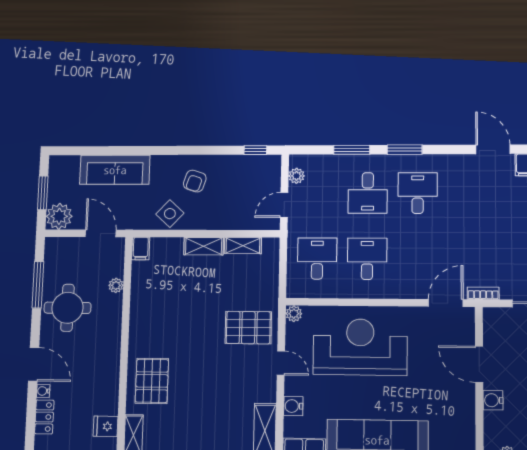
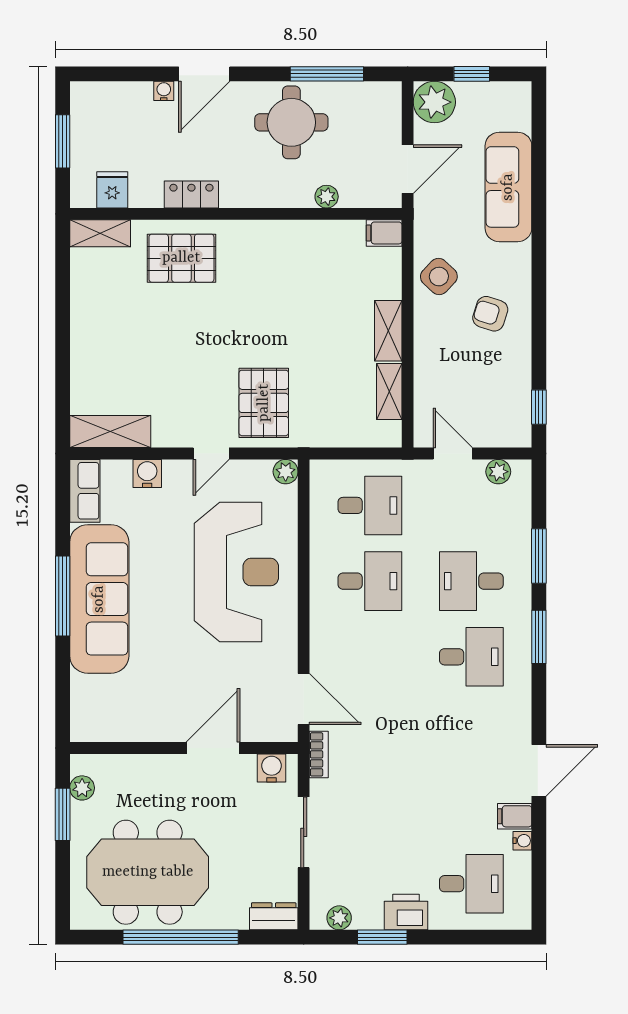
window: (43, 193) -> (472, 74), width x0.67
water cooler: (493, 400) -> (272, 768), moved
locker: (44, 417) -> (191, 194), moved, turned 180

